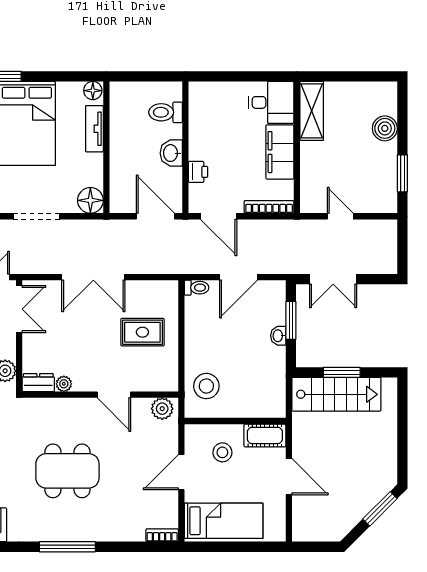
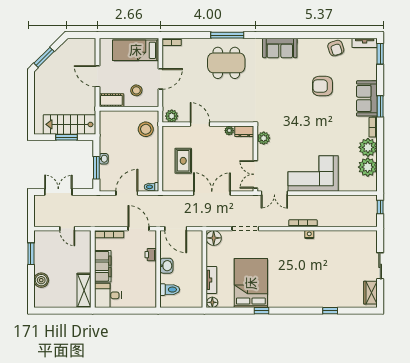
double door: (333, 279) -> (58, 192), moved
rug: (142, 332) -> (183, 161), turned 90
dining table: (67, 471) -> (226, 63), moved

